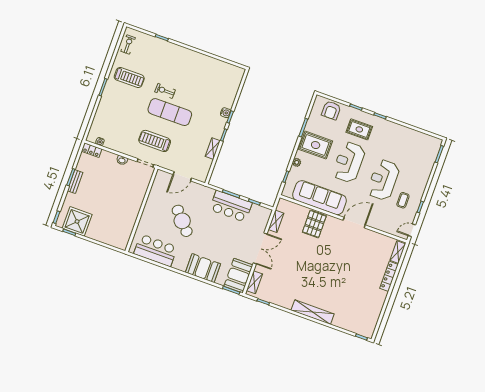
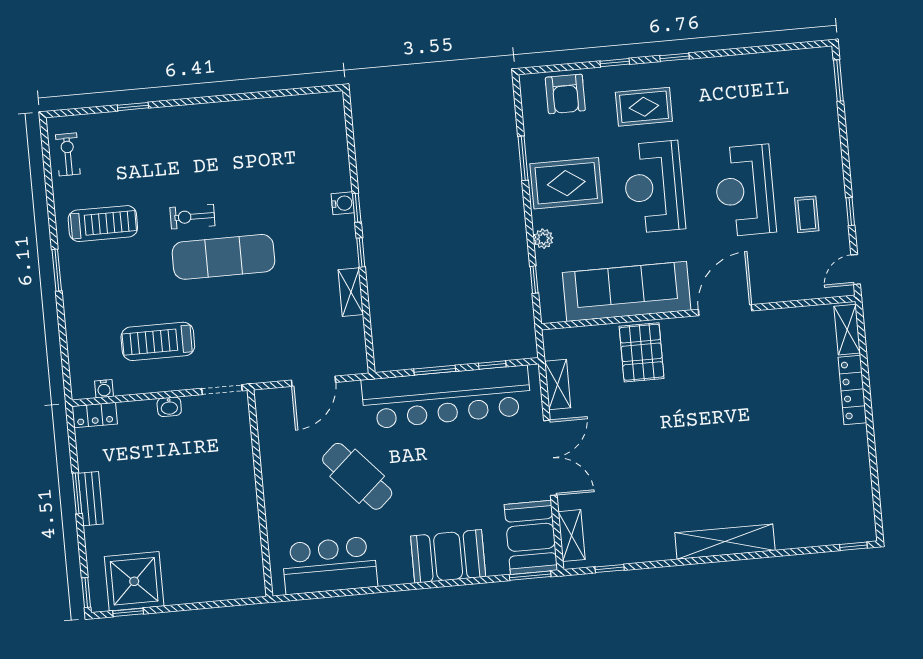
treadmill: (155, 141) -> (158, 341), moved
bar counter: (231, 206) -> (446, 397), width x1.86

